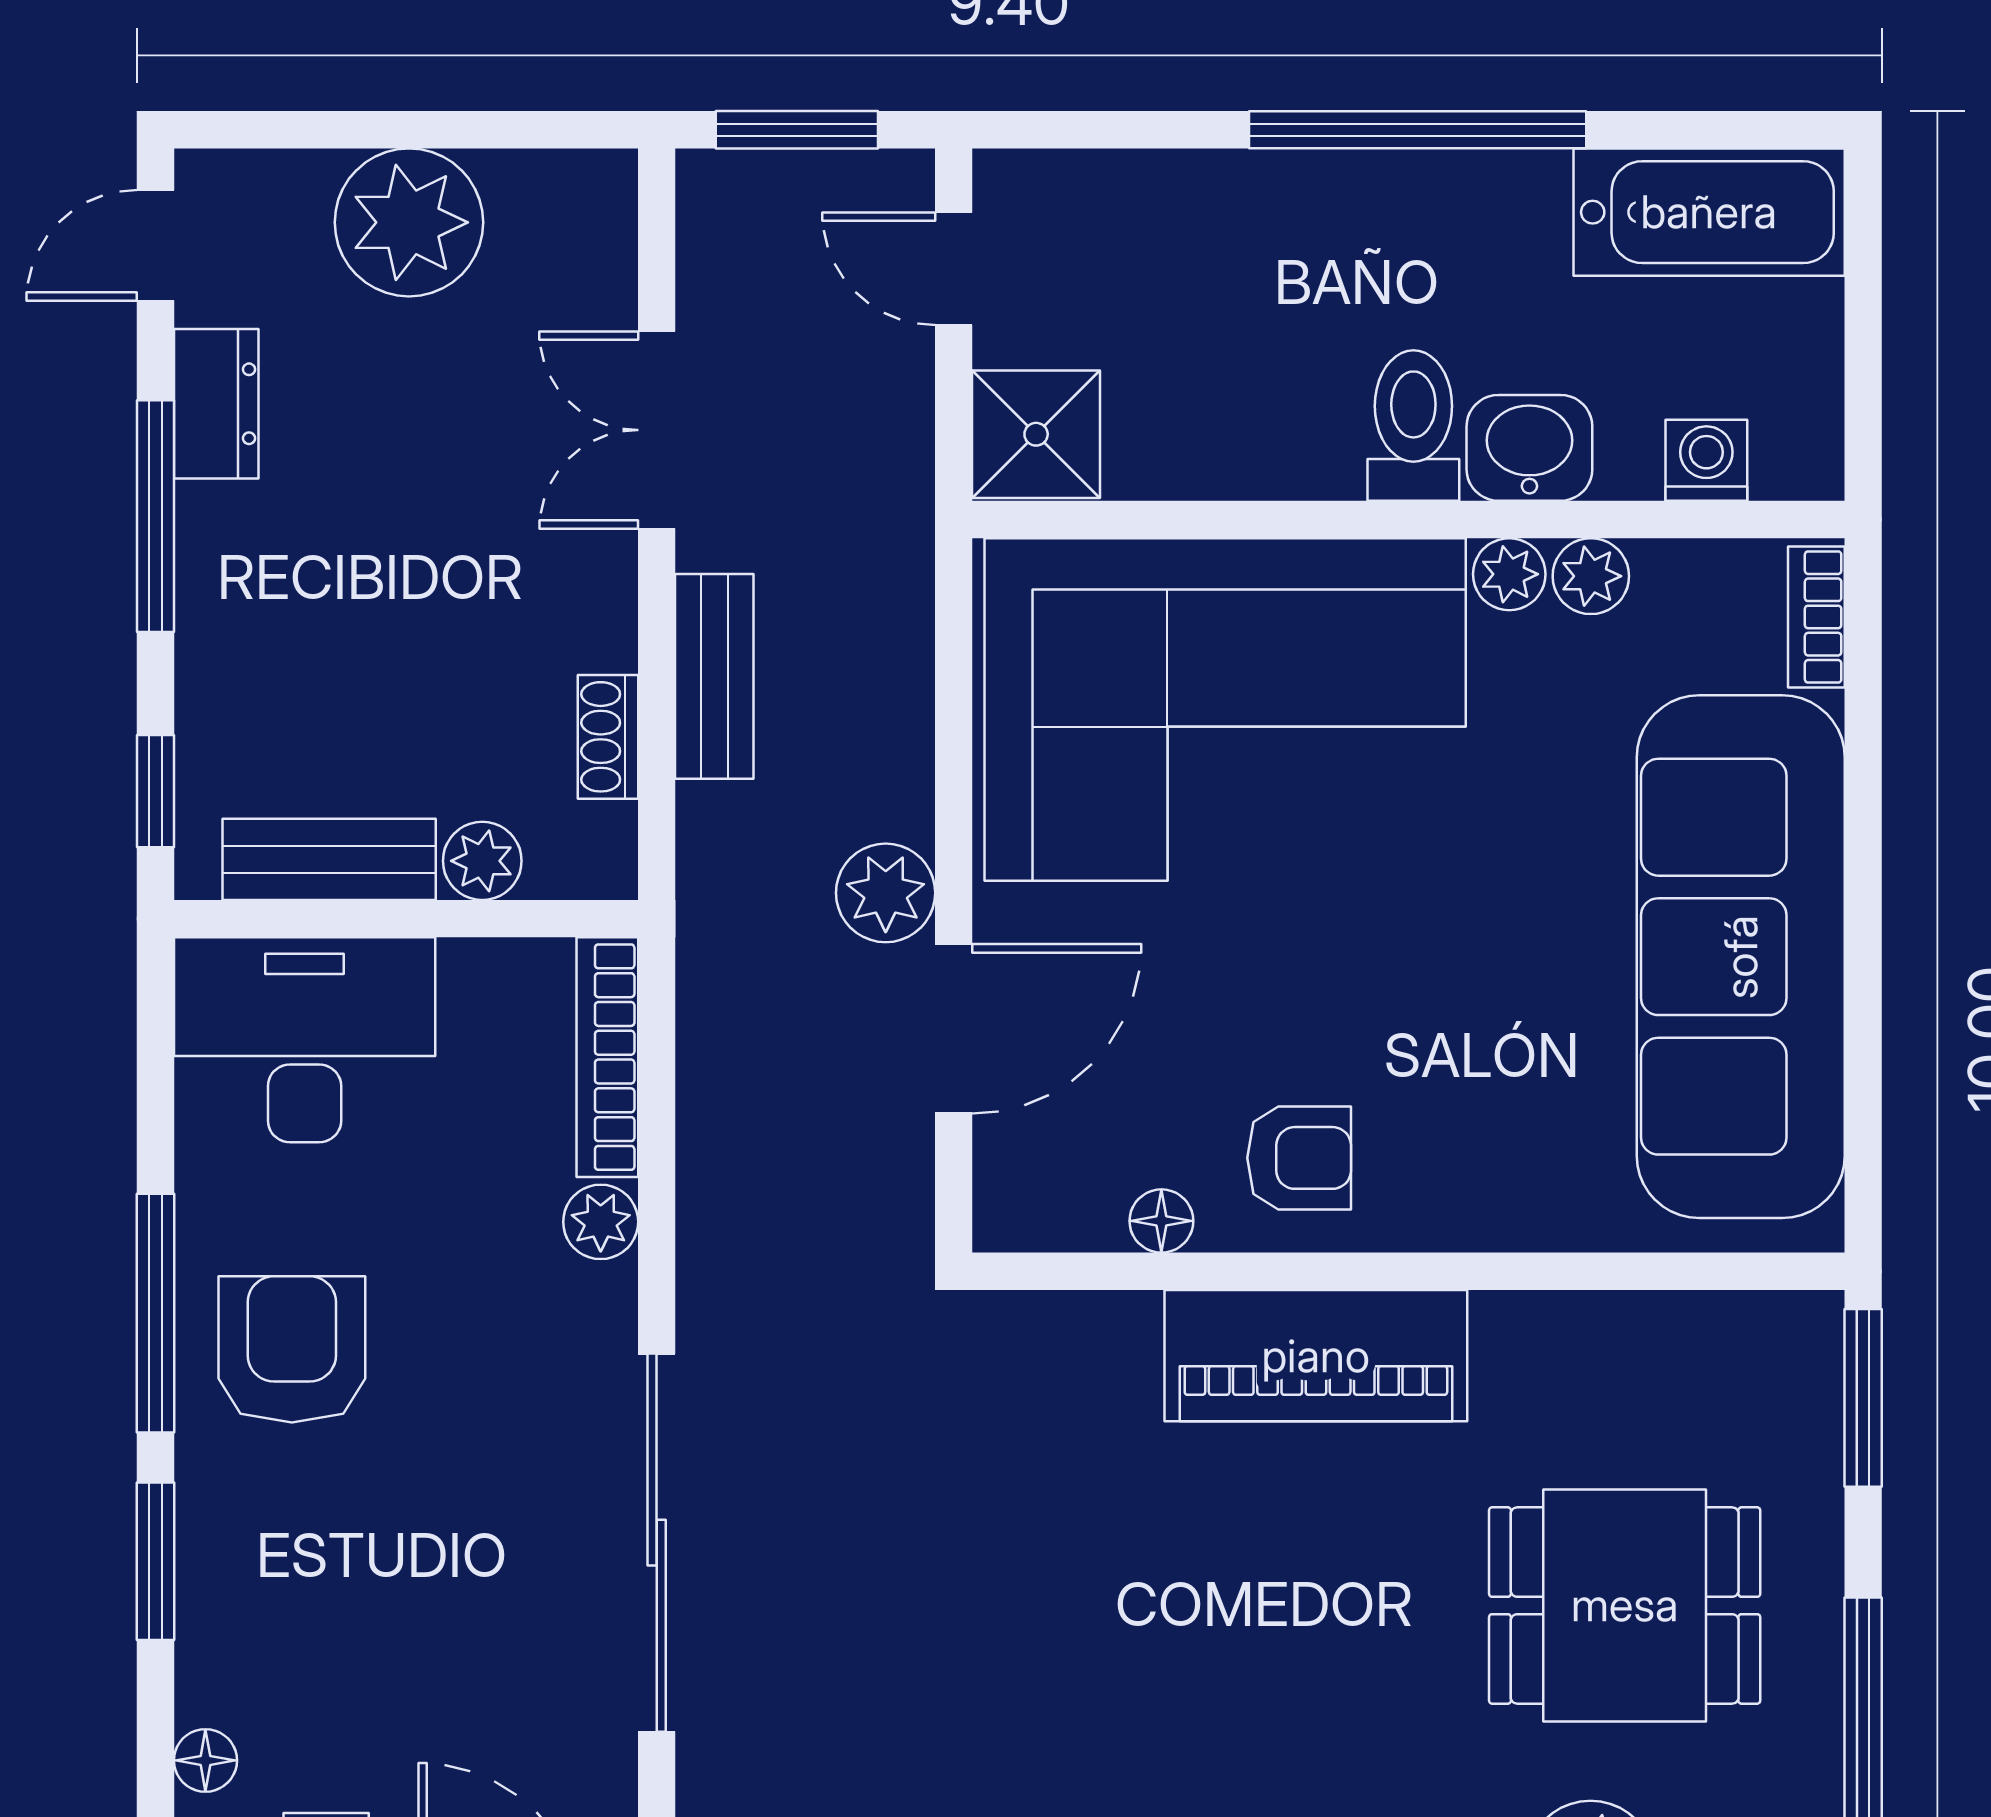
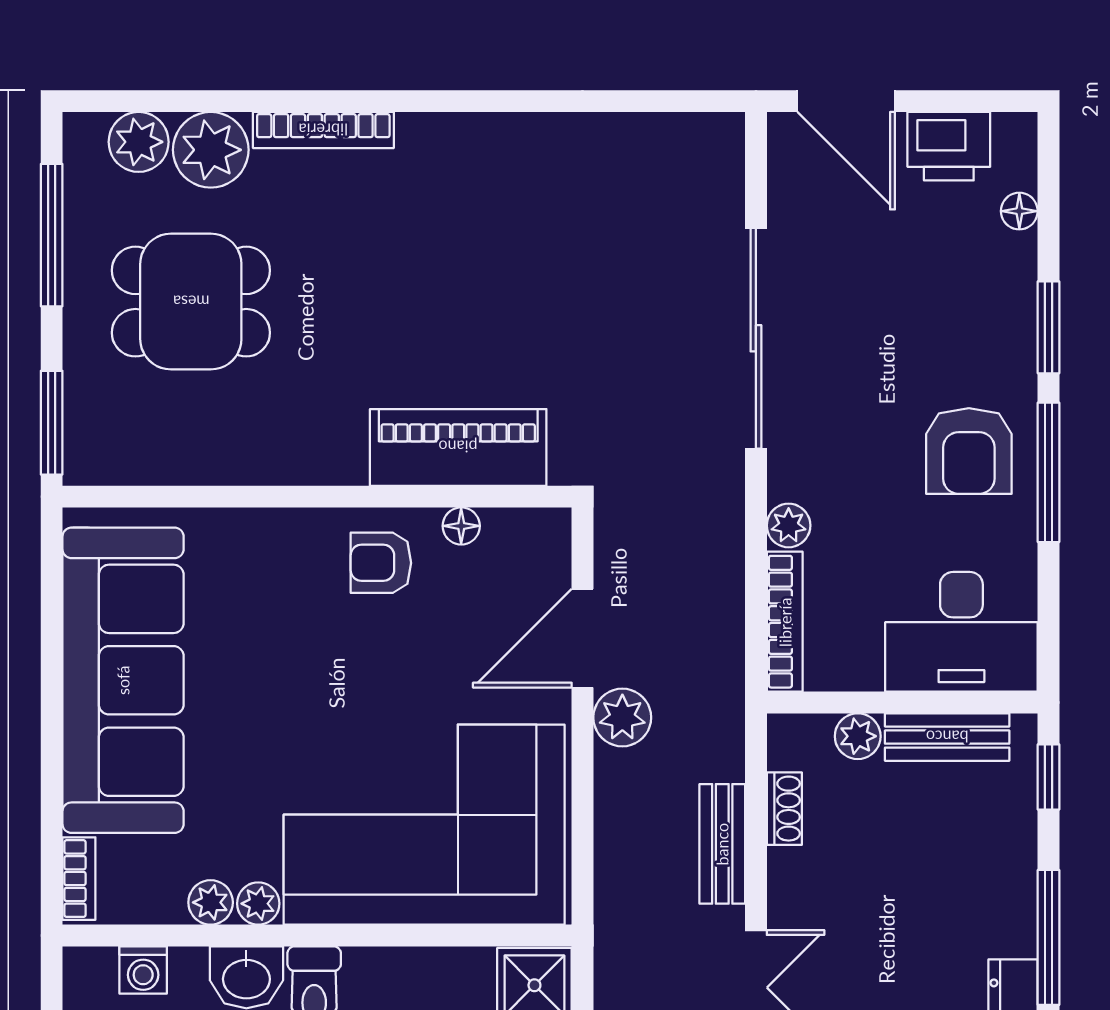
piano: (1316, 1356) -> (458, 447), moved

